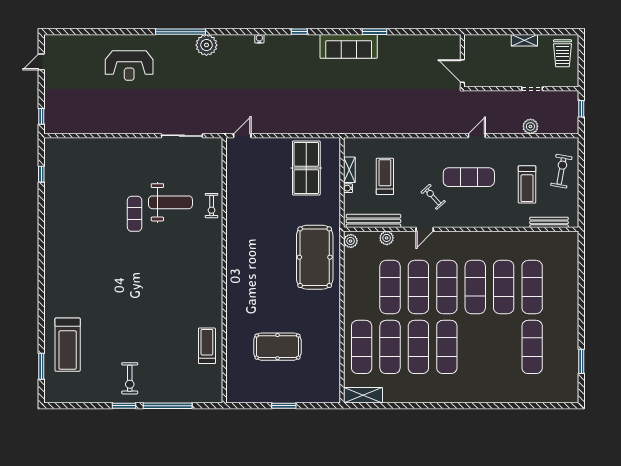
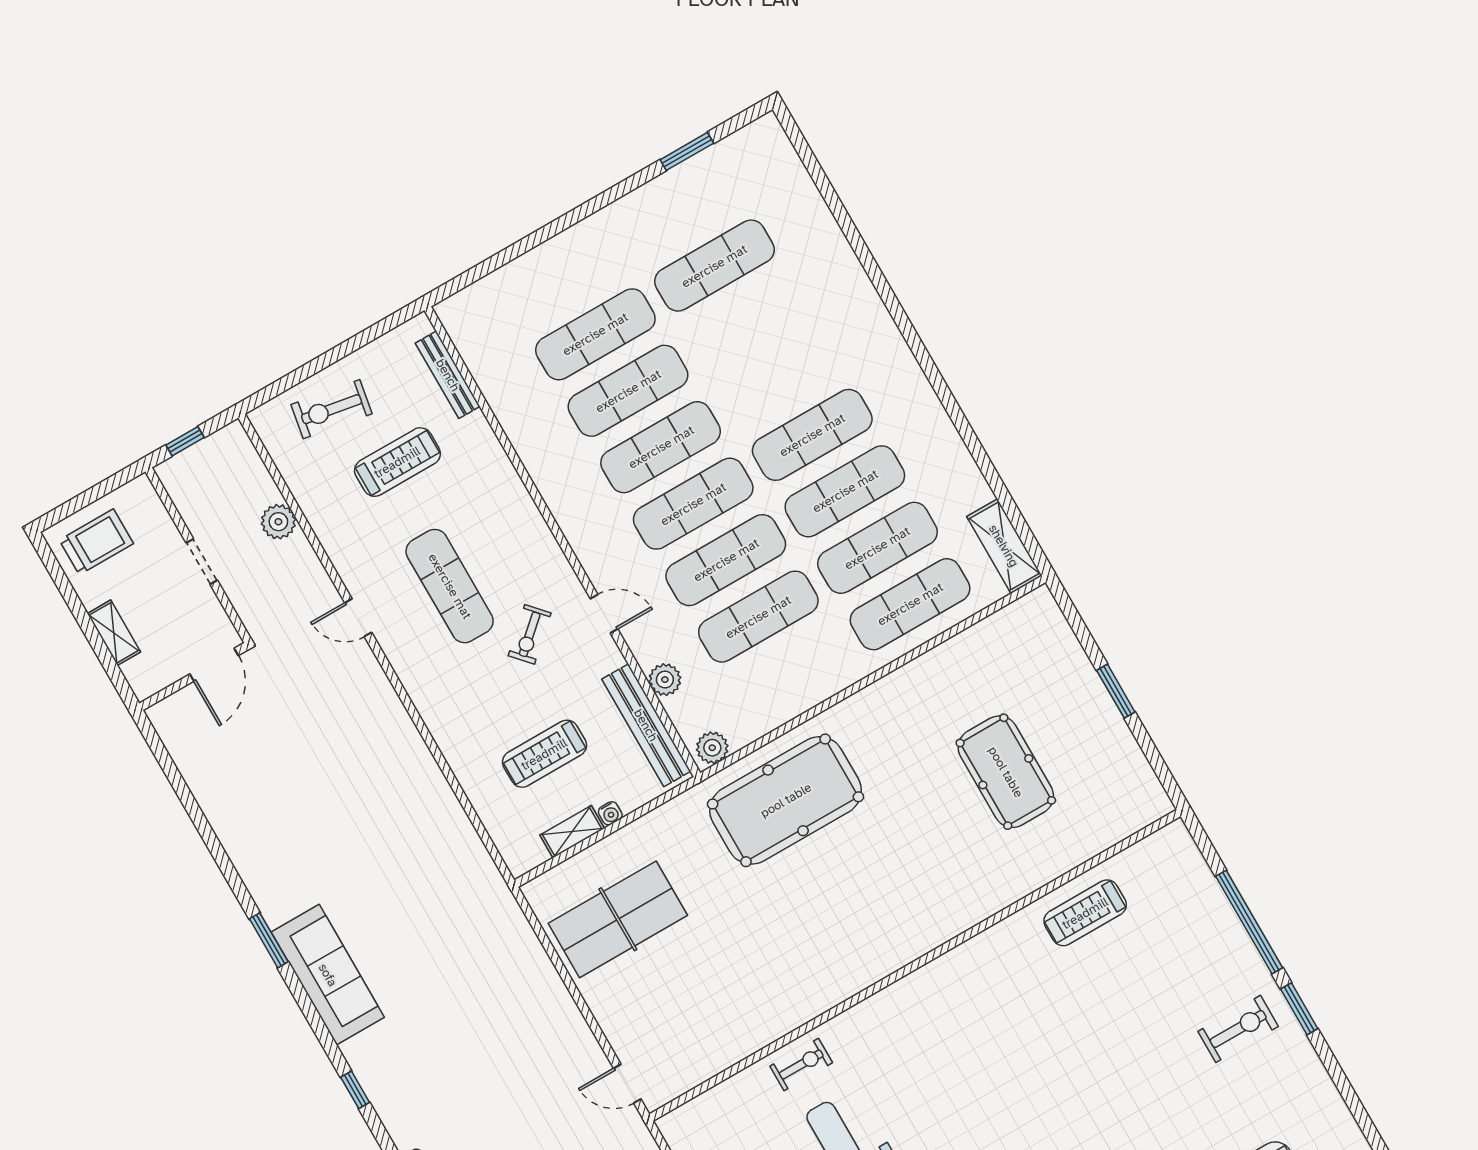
wall: (462, 61) -> (194, 676), moved
door: (462, 71) -> (214, 665), moved

